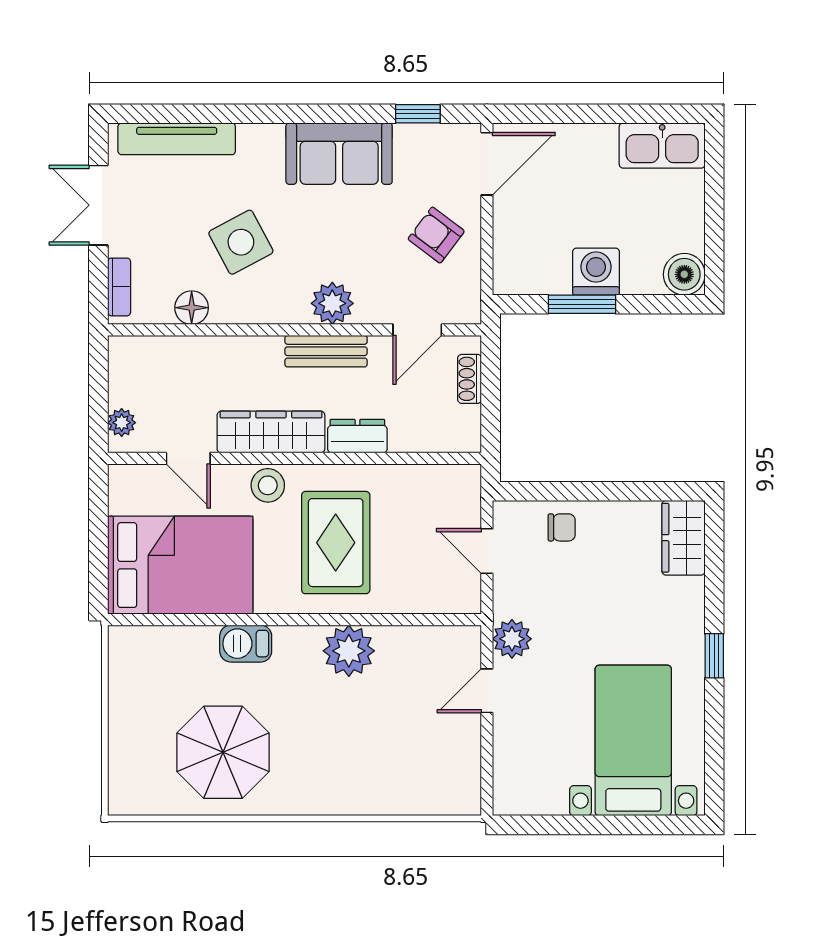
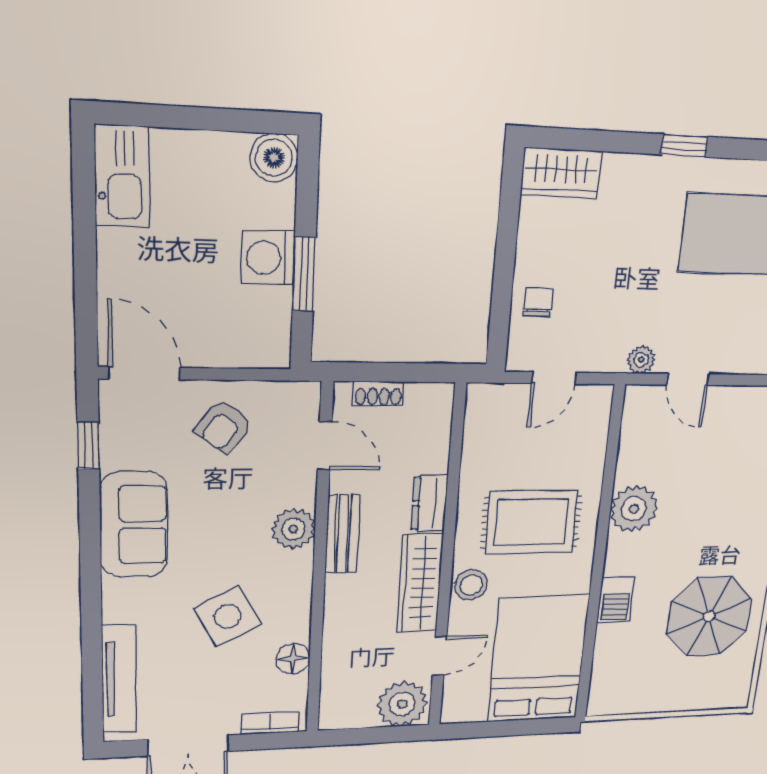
plant: (122, 423) -> (402, 704), width x1.88, depth x1.88
plant: (512, 639) -> (641, 360), width x0.73, depth x0.73

